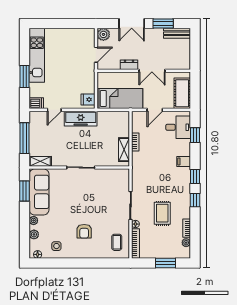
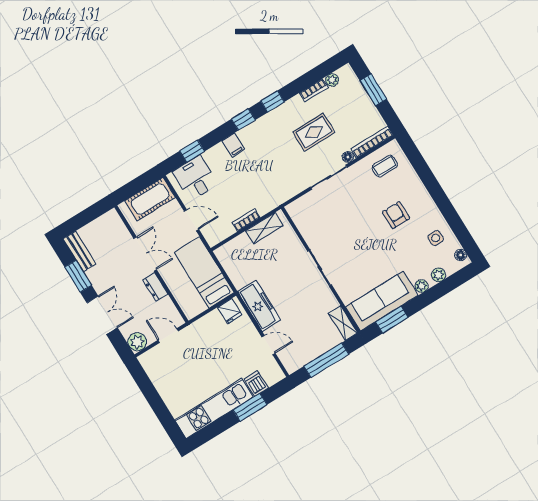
dishwasher: (36, 103) -> (256, 384), moved
armchair: (84, 231) -> (396, 215), turned -90

